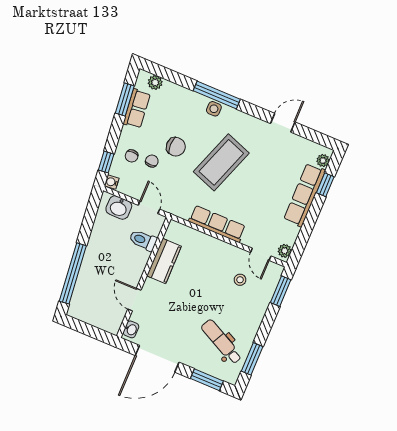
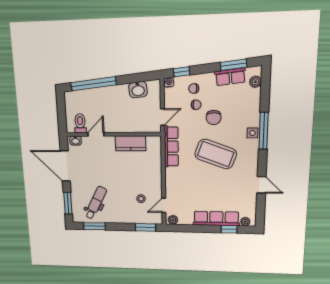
washbasin: (119, 208) -> (138, 90), moved, turned -96
row of seats: (217, 224) -> (171, 147), moved
toilet: (143, 240) -> (80, 123), moved

